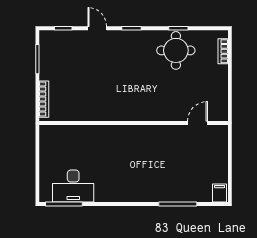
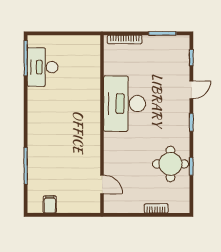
bookcase: (223, 51) -> (156, 208), moved
desk: (112, 99) -> (125, 104), added
filing cabinet: (220, 193) -> (50, 204), moved, turned -90

